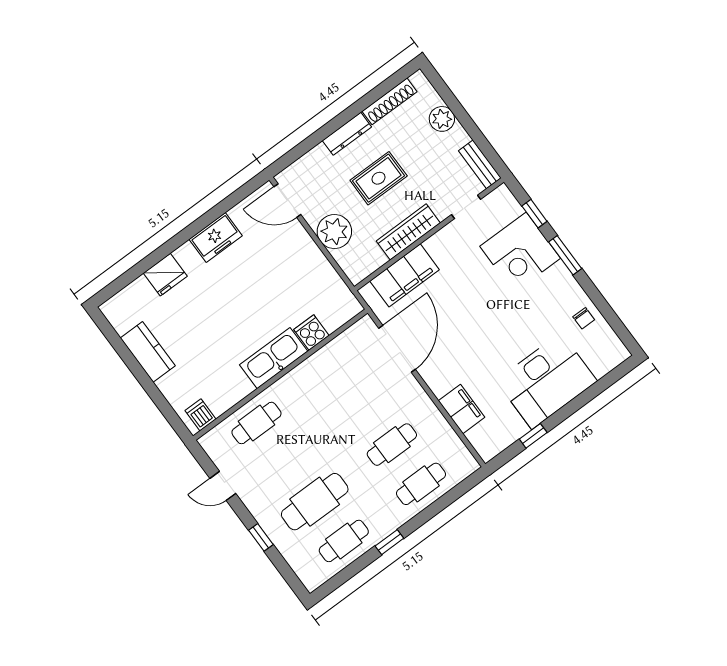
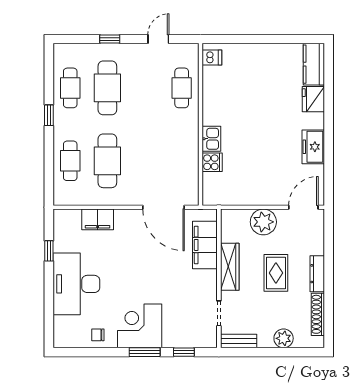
corner desk: (520, 252) -> (140, 326), moved
kitchen counter: (148, 352) -> (314, 64), moved, turned 90
kitchen sink: (274, 358) -> (211, 139), width x0.53, depth x0.81
cafe table: (392, 445) -> (107, 161), width x1.37, depth x1.35

